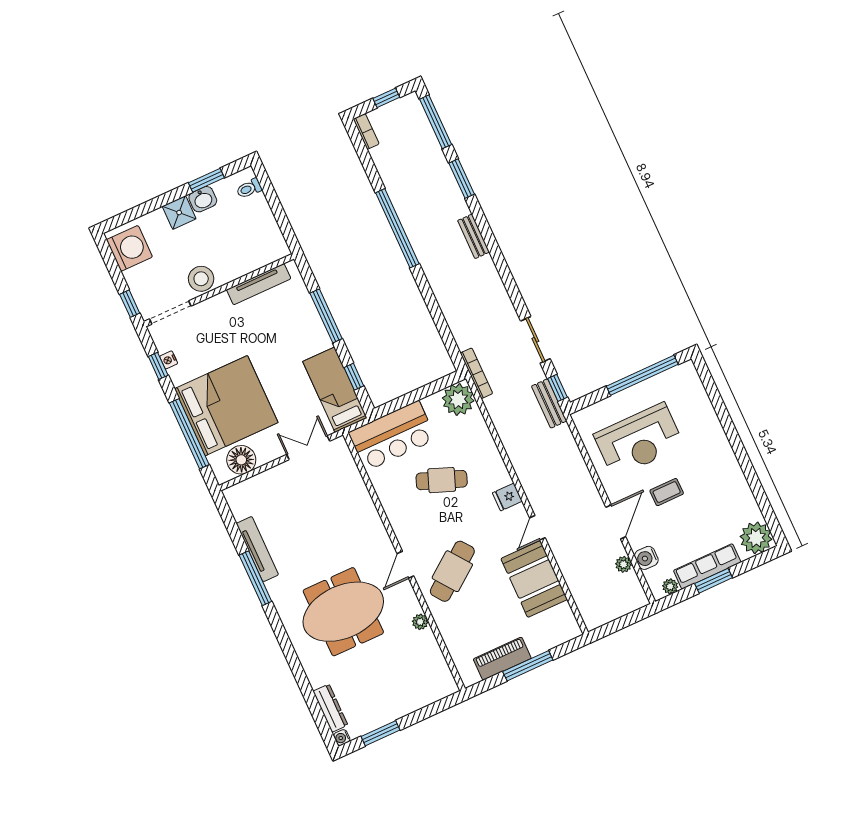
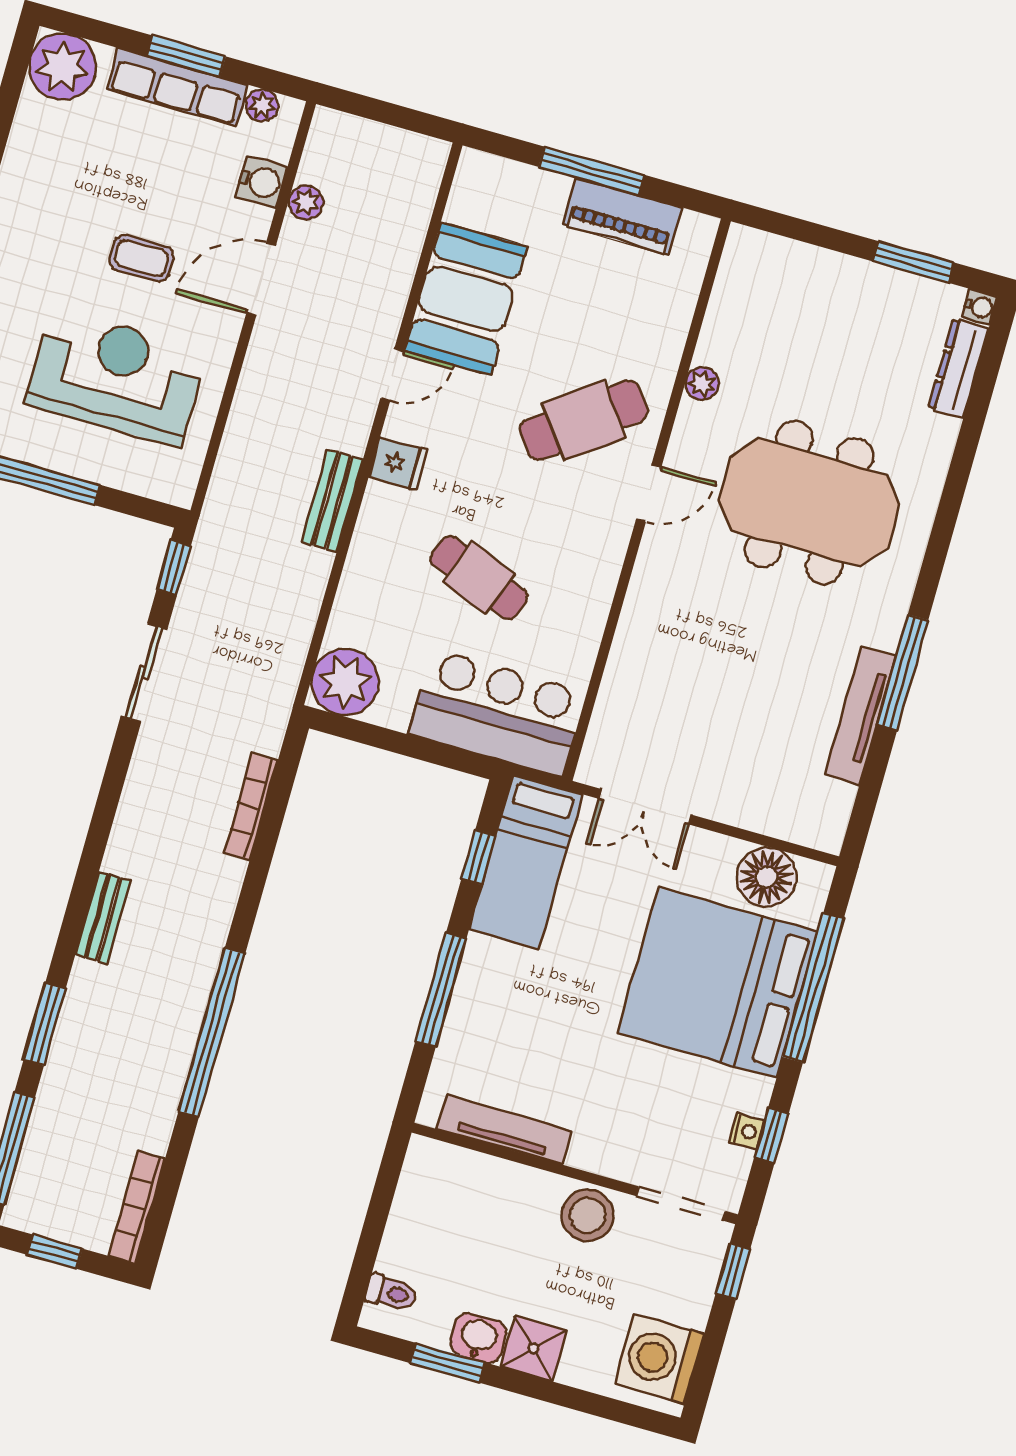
bookcase: (366, 131) -> (137, 1207), width x1.56
bookcase: (476, 373) -> (251, 807), moved
bench: (549, 404) -> (332, 501), moved

